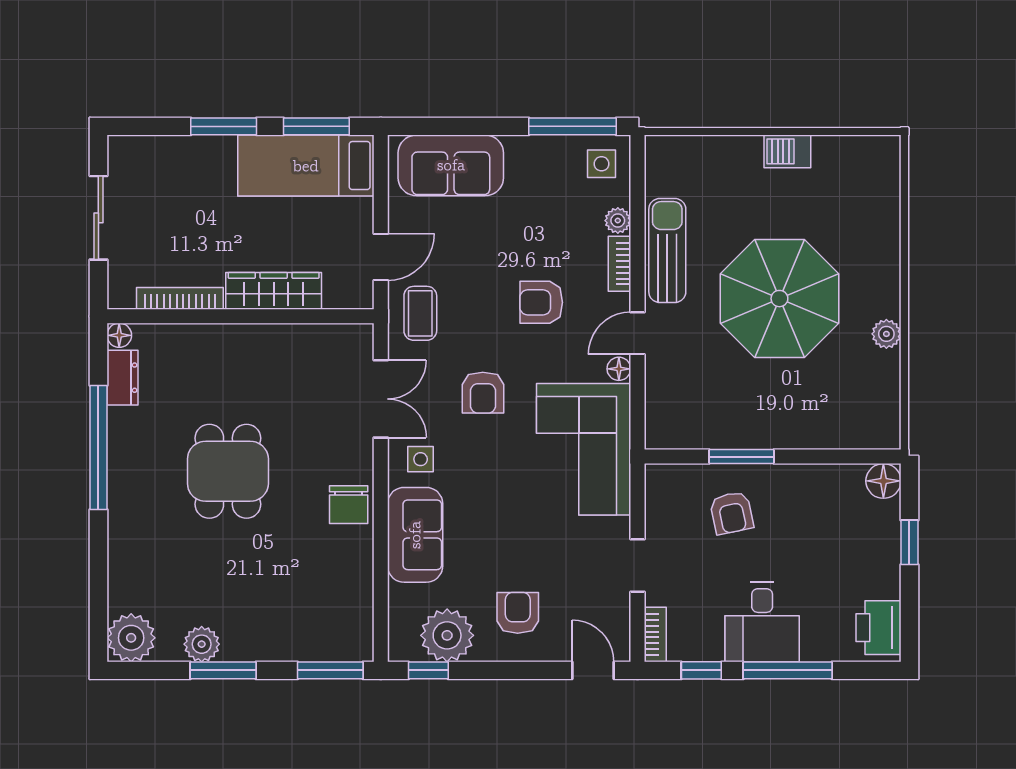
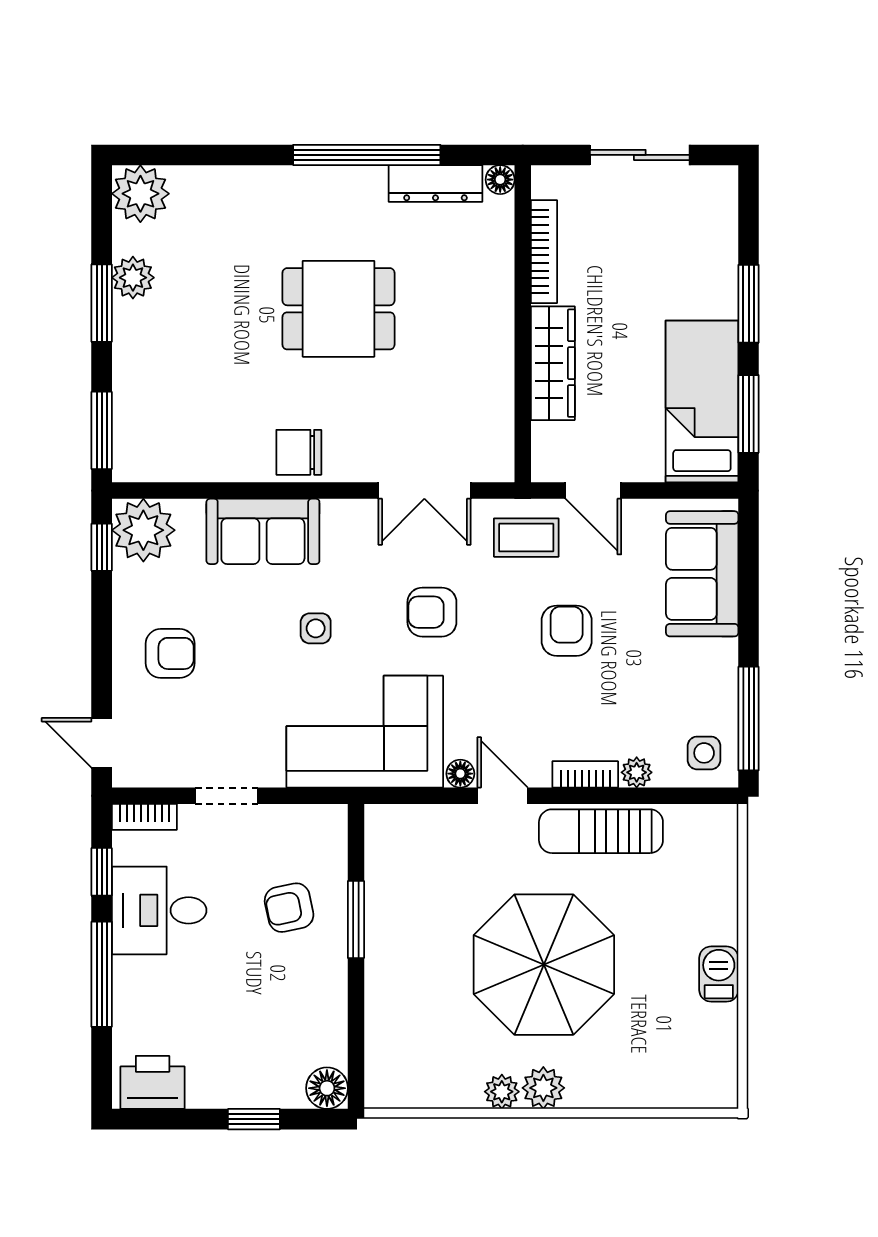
sun lounger: (667, 251) -> (601, 831), turned 180
plant: (883, 299) -> (543, 1088), added
armchair: (541, 302) -> (567, 631), moved
dresser: (122, 378) -> (435, 183), width x1.44
side table: (421, 459) -> (316, 628), moved
desk: (762, 622) -> (159, 910), moved
plant: (447, 635) -> (143, 530), moved
door: (593, 670) -> (102, 743), swing flipped

